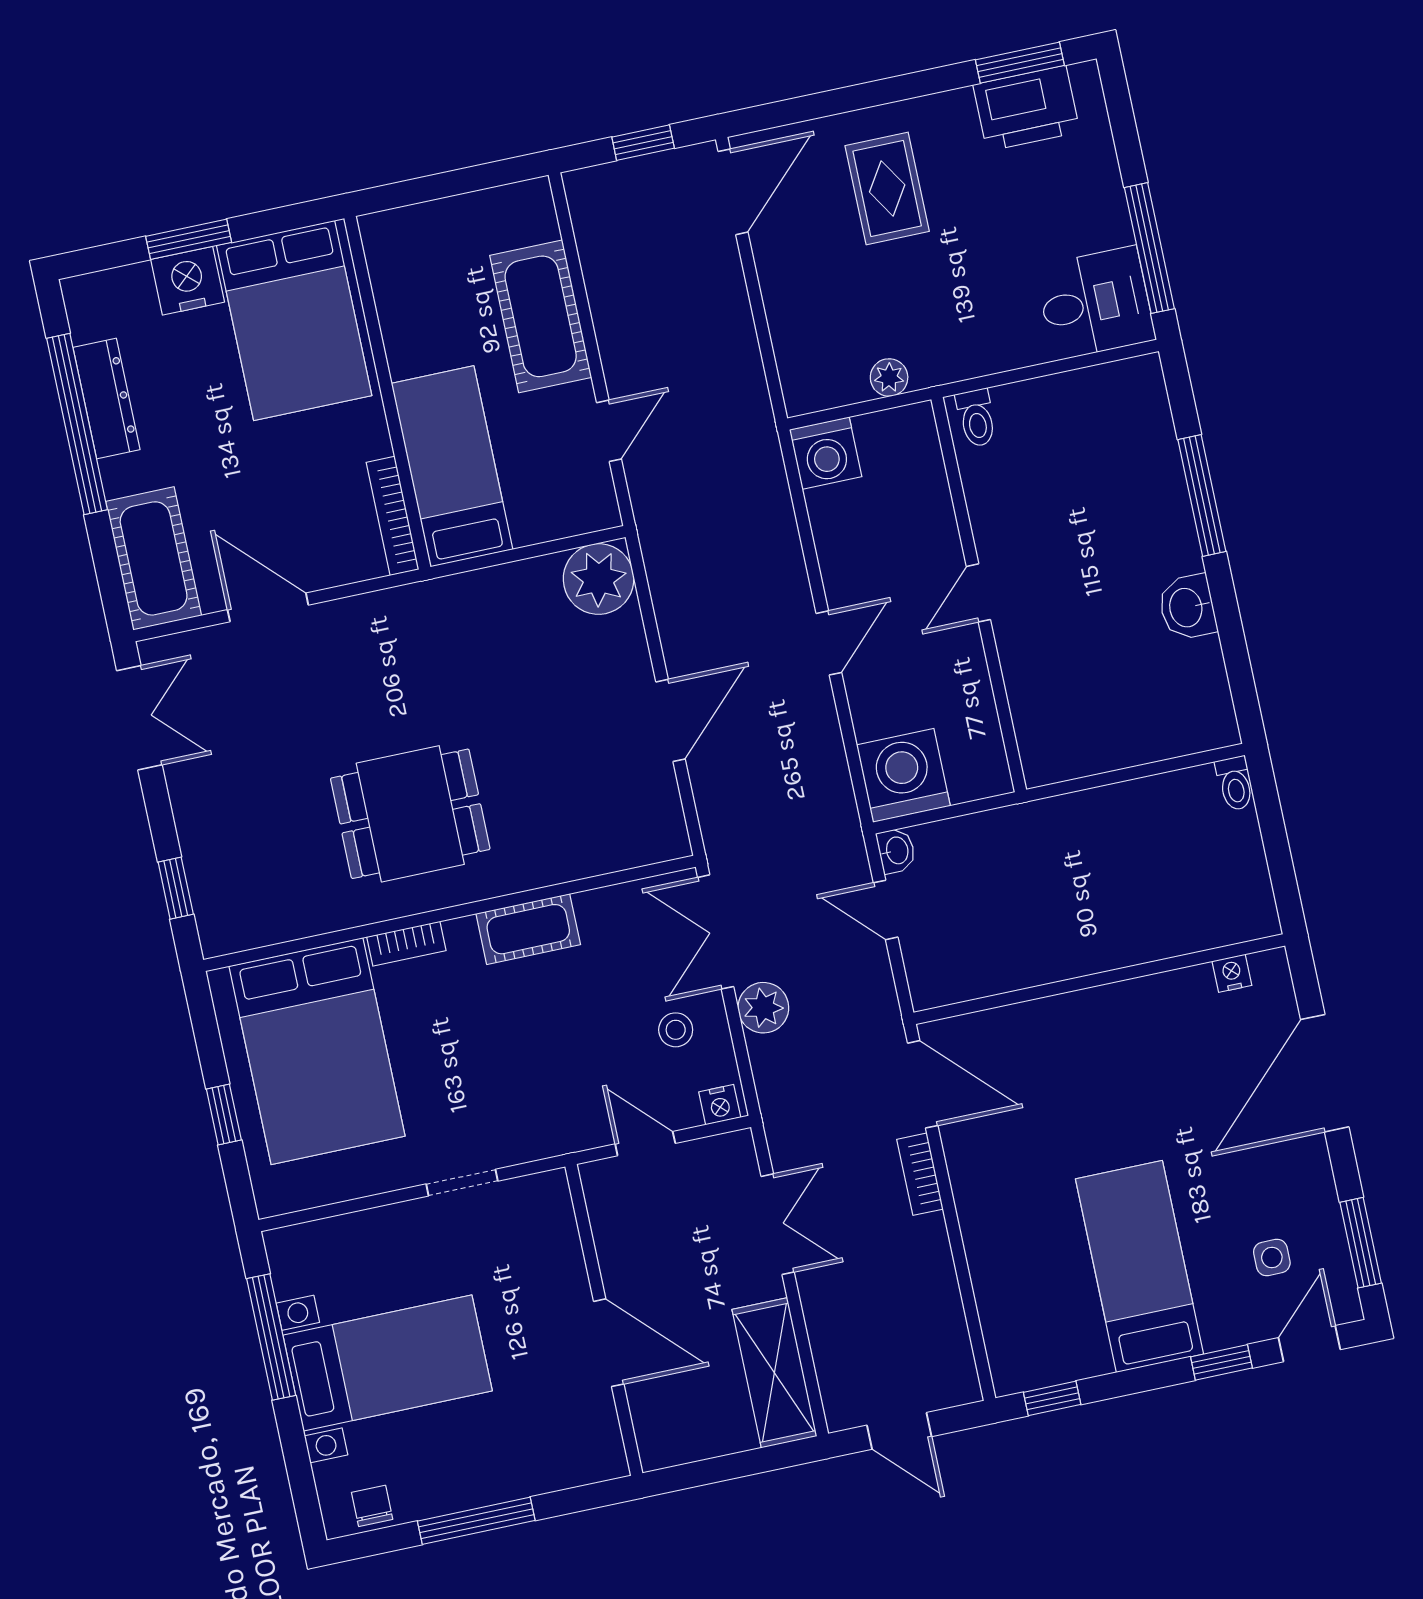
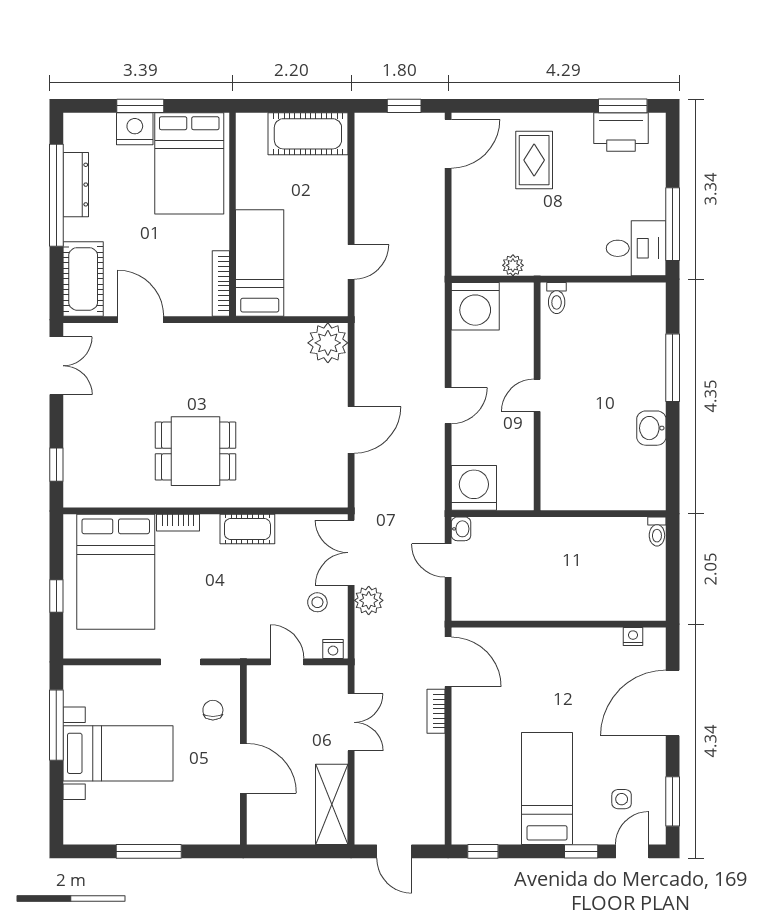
cot: (541, 316) -> (308, 134), moved, turned 90
washing machine: (826, 453) -> (475, 306), width x1.37, depth x1.37
chair: (372, 1506) -> (213, 710), moved

